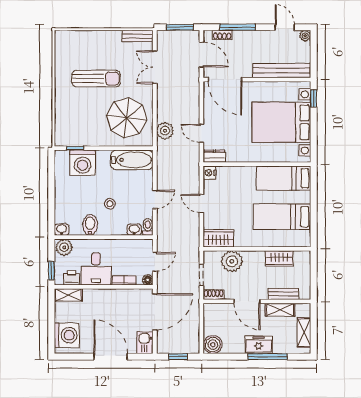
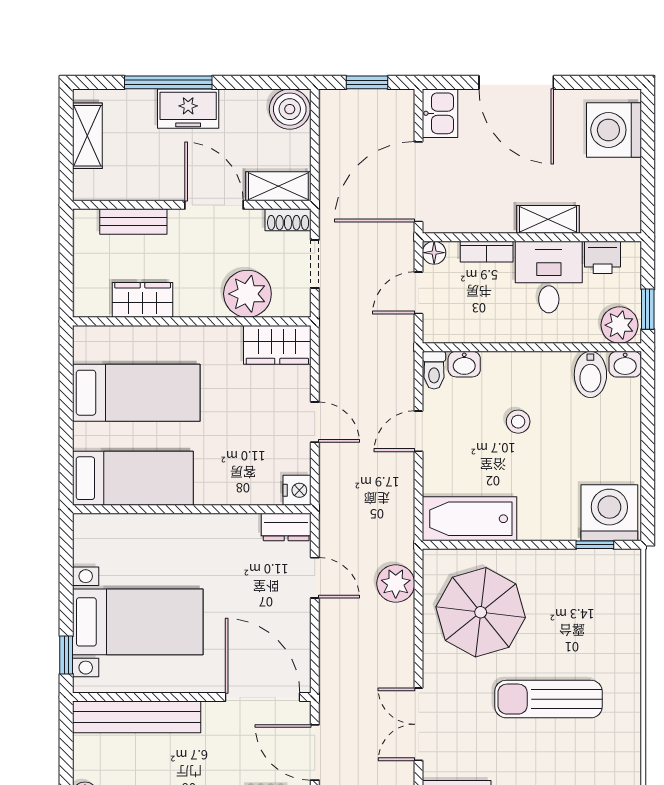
double door: (155, 67) -> (418, 724), swing flipped
bed with nightstands: (281, 122) -> (138, 622), width x0.73
washing machine: (83, 163) -> (609, 513), moved
bidet: (90, 225) -> (590, 374), moved
window: (51, 271) -> (648, 309), moved
shelving: (68, 295) -> (548, 219), moved
shelving: (280, 310) -> (278, 186), moved

